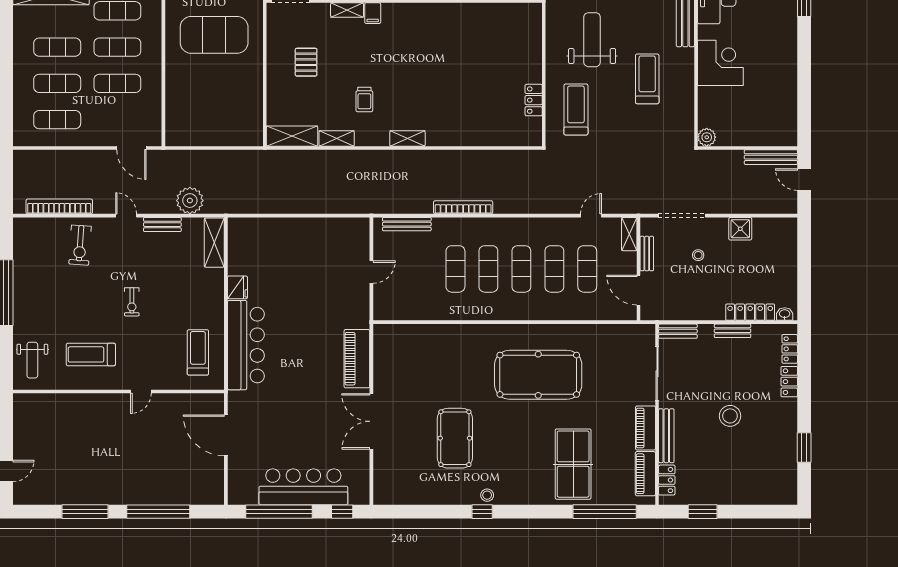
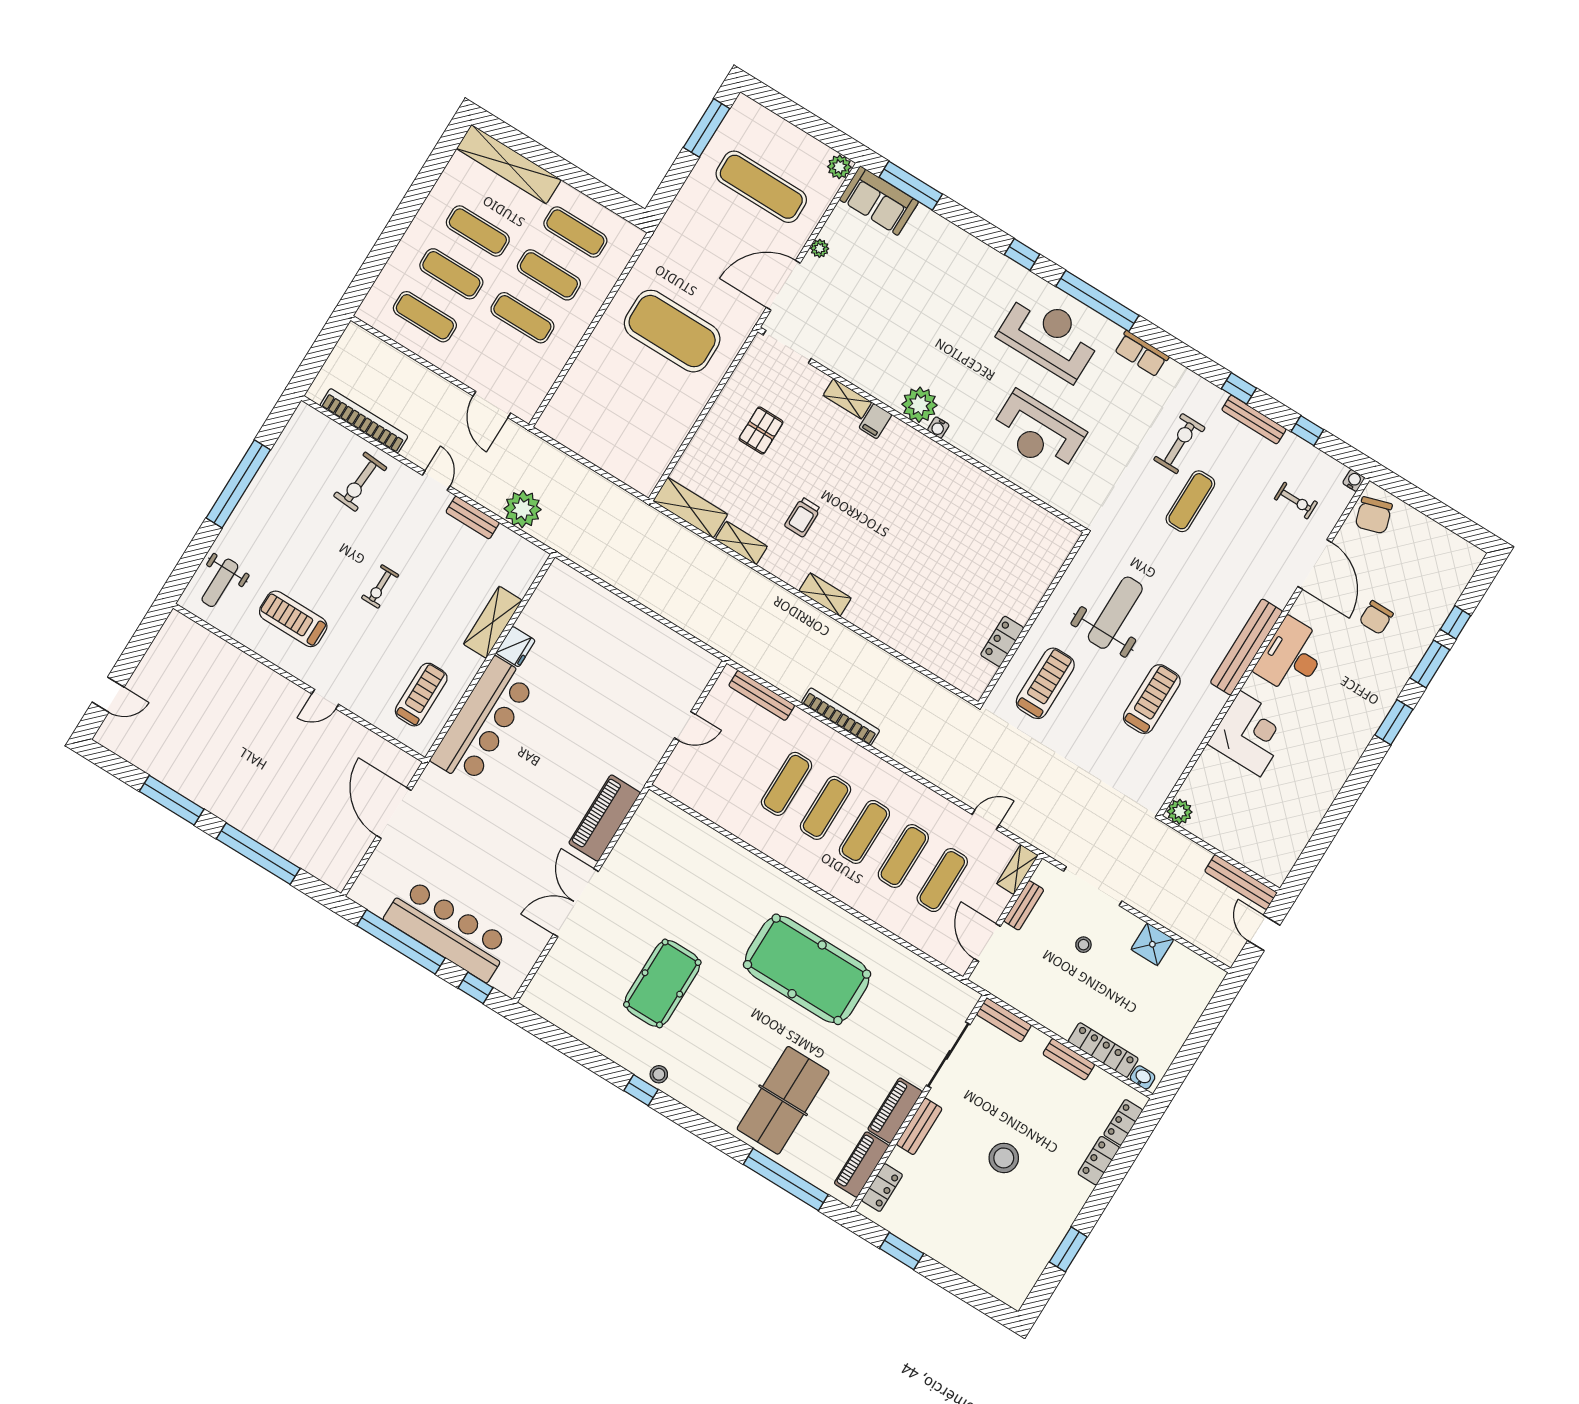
shelving: (214, 243) -> (493, 622), moved
bench: (666, 436) -> (919, 1126), width x0.73

